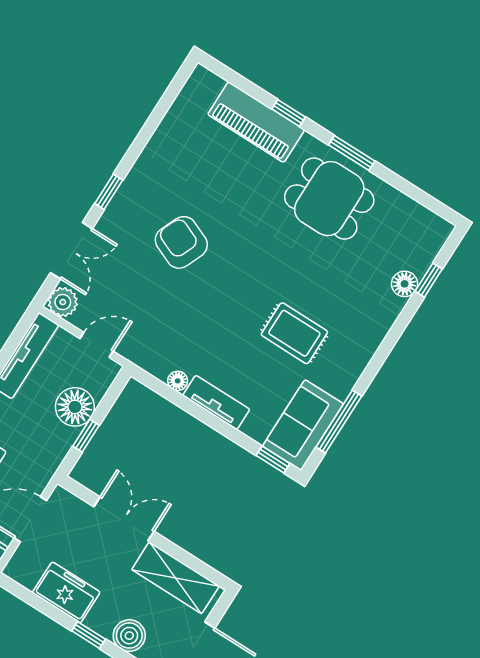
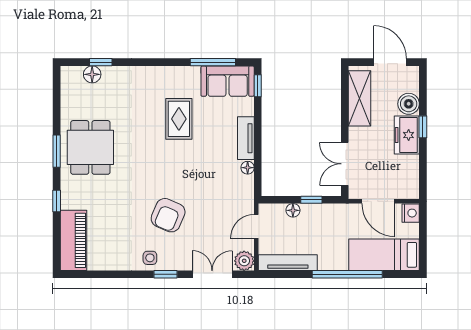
piano: (256, 122) -> (73, 240), moved
side table: (142, 185) -> (150, 258), added
floor lamp: (405, 284) -> (92, 74), moved
door: (97, 345) -> (256, 226), hinge flipped
floor lamp: (75, 407) -> (293, 210), width x0.53, depth x0.53
double door: (124, 519) -> (345, 164), moved
freezer: (66, 592) -> (407, 135), moved

